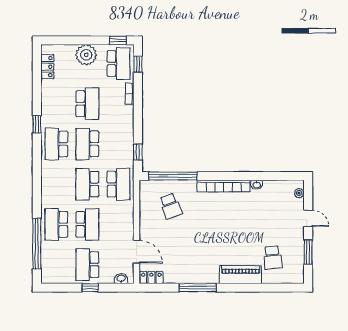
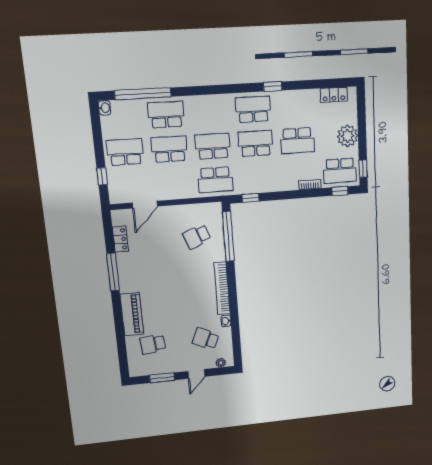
school desk: (273, 206) -> (206, 339), added
school desk: (87, 224) -> (169, 149), turned 180
locker: (151, 278) -> (120, 239), moved
washbasin: (121, 279) -> (105, 108), moved
window: (90, 288) -> (102, 176), moved

